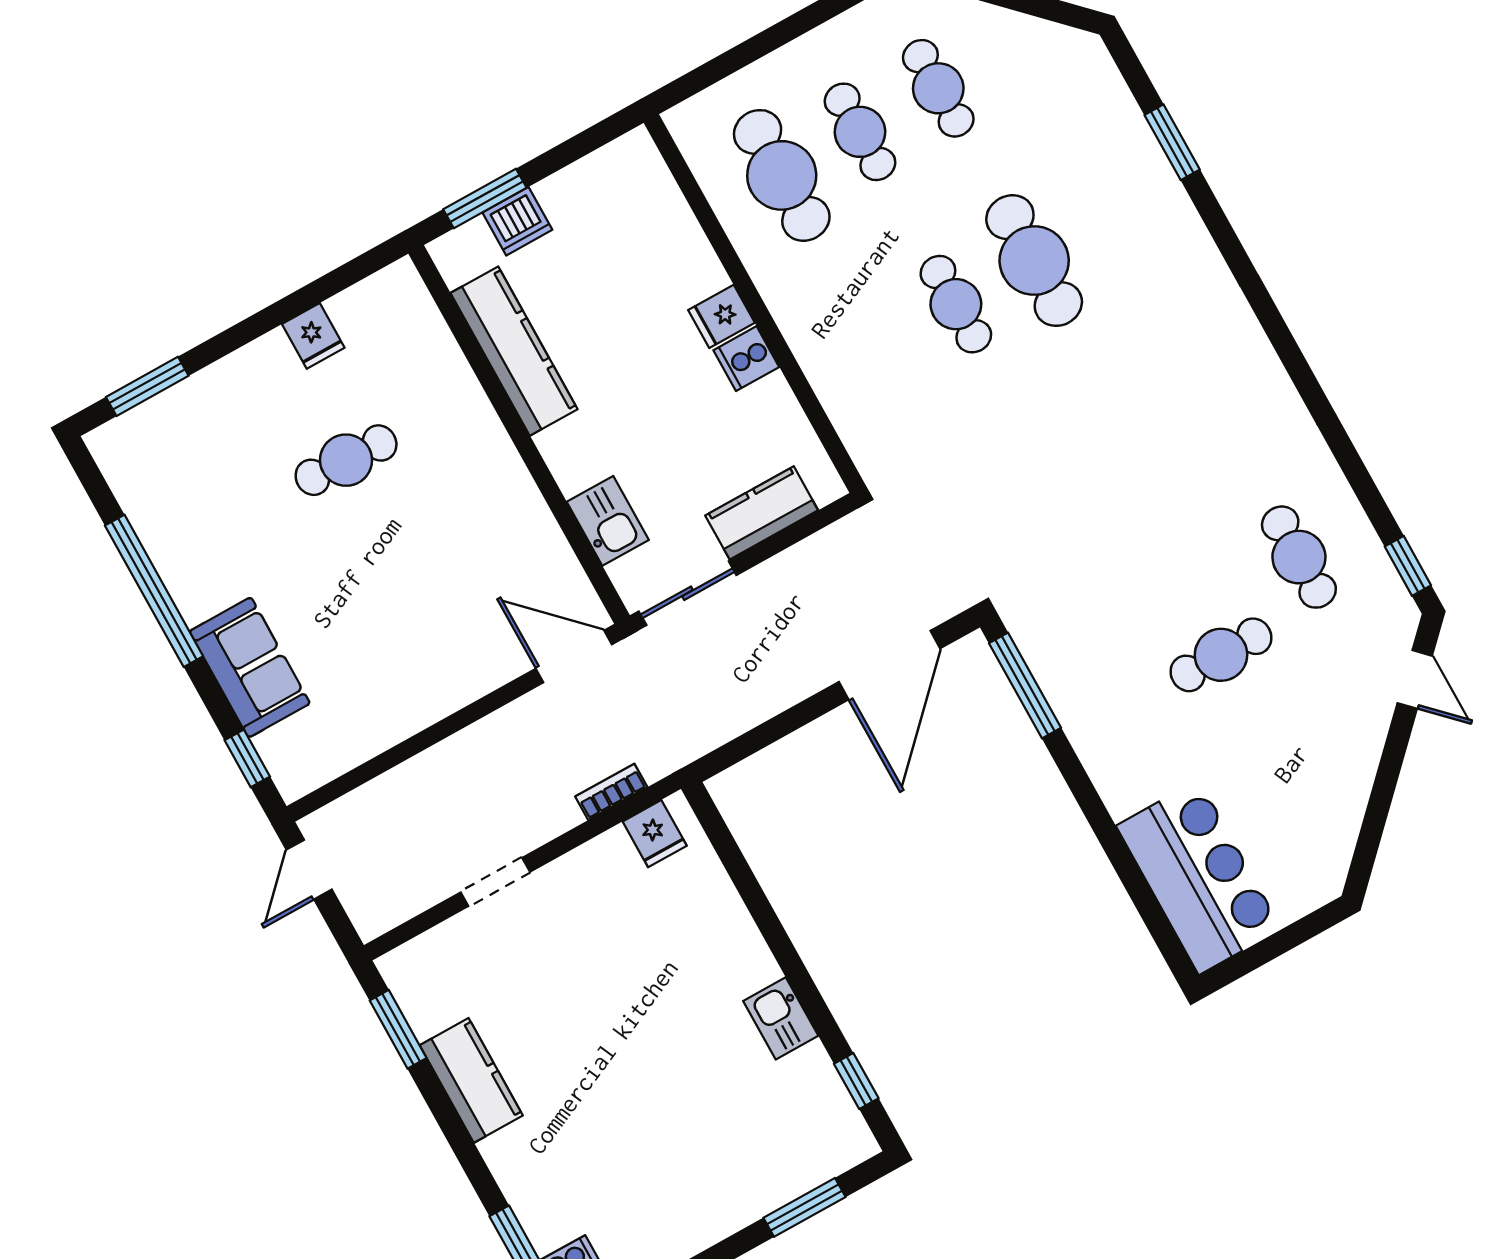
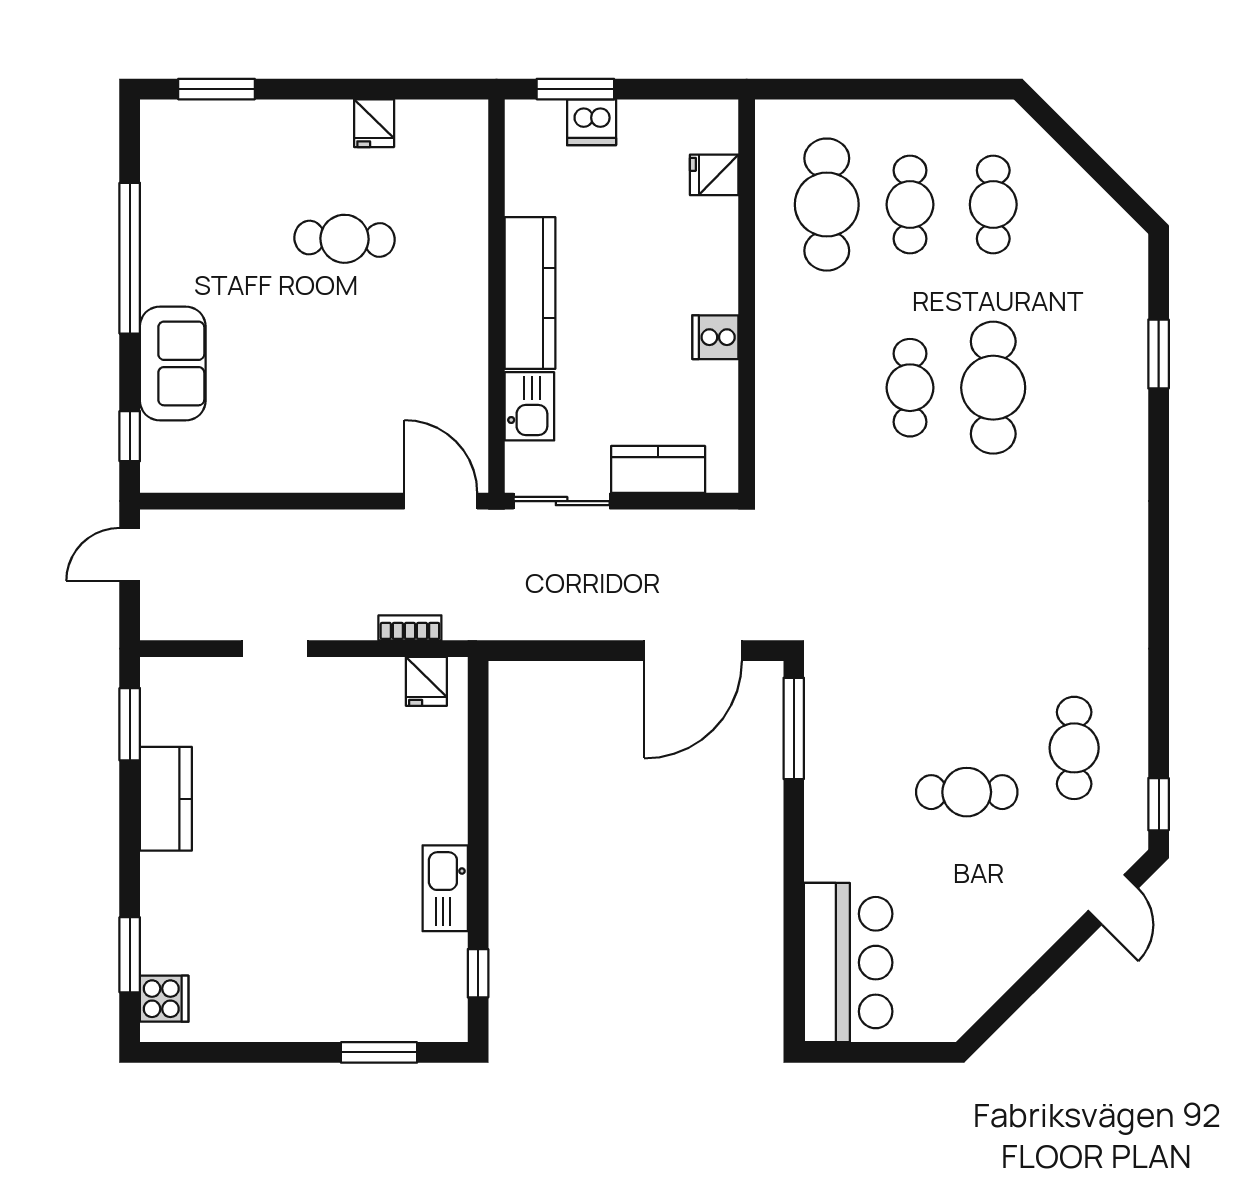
fridge: (721, 316) -> (714, 175), moved
kitchen counter: (514, 351) -> (530, 293), moved
kitchen sink: (781, 1018) -> (445, 888), width x1.38

